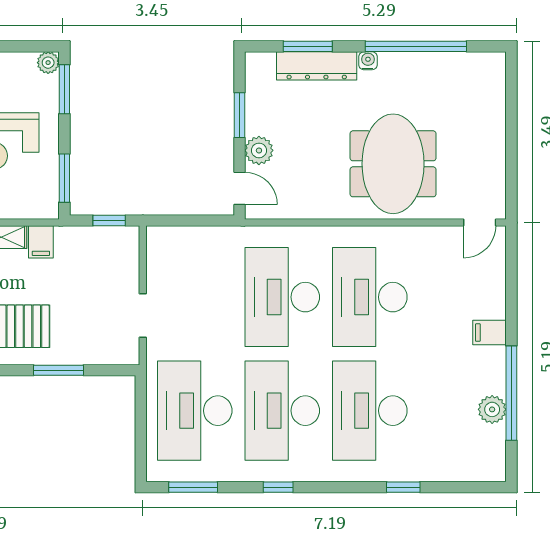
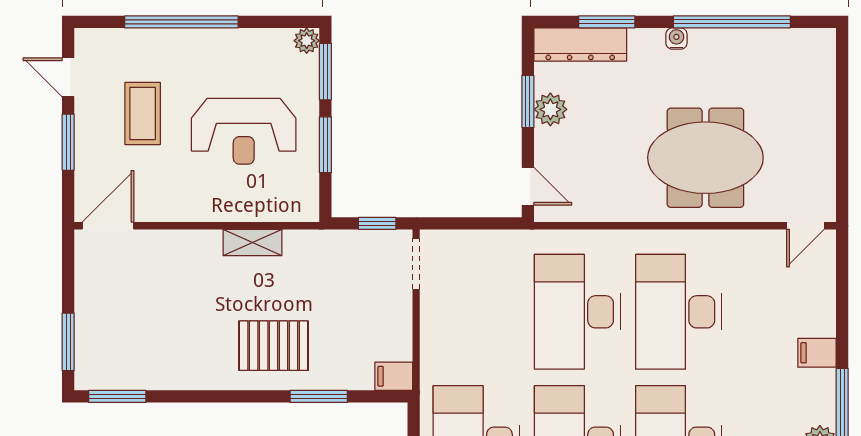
dresser: (317, 66) -> (580, 45), moved
plant: (259, 150) -> (550, 109), moved
meeting table: (393, 164) -> (705, 158), turned 90
window: (64, 178) -> (325, 145), moved
filing cabinet: (41, 242) -> (394, 376), moved, turned 90
doorway: (143, 316) -> (416, 264), moved

